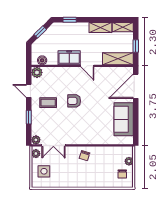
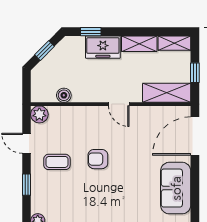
freezer: (69, 58) -> (103, 47), moved, turned 180
boiler: (42, 60) -> (64, 95), moved

